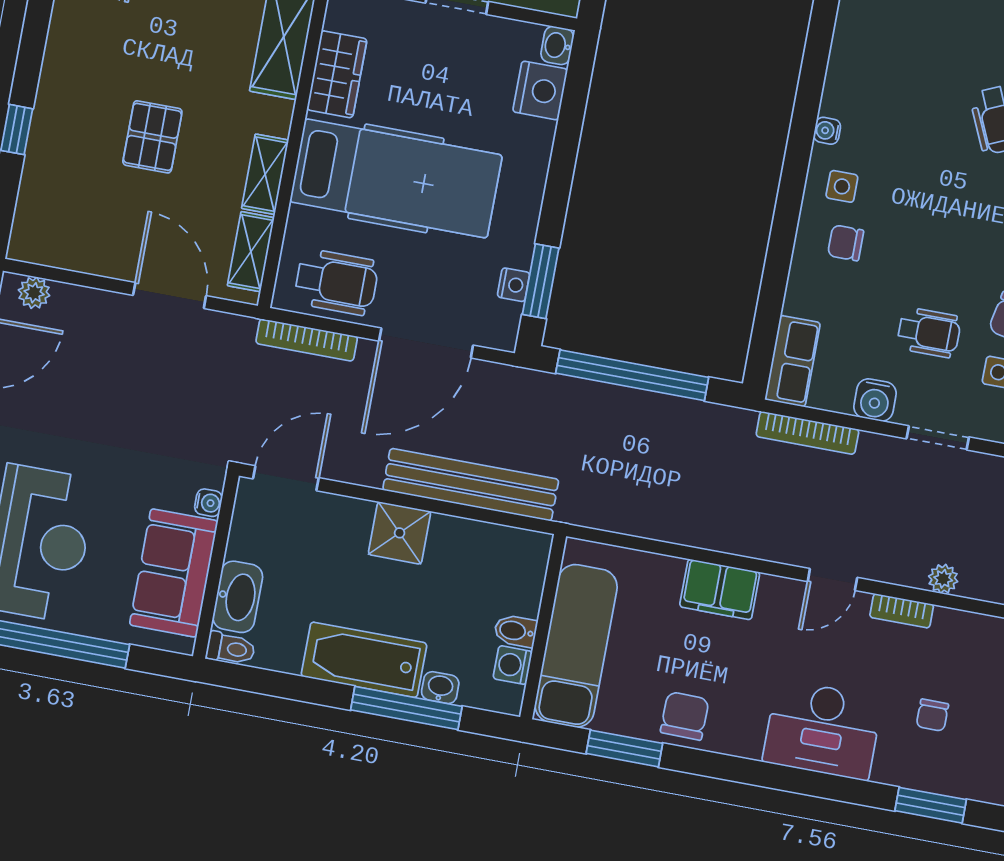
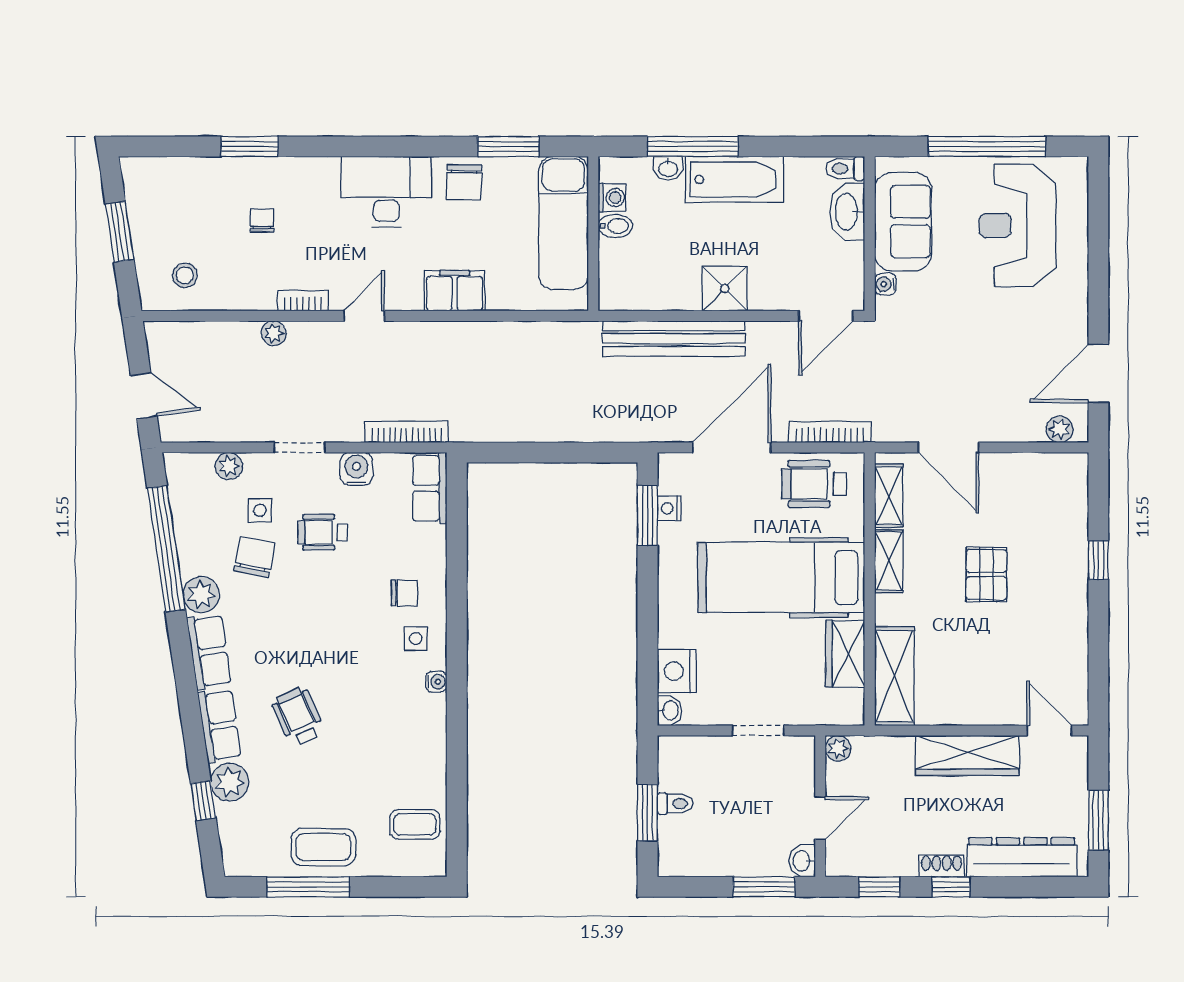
window: (632, 375) -> (559, 452), removed
desk: (823, 730) -> (386, 192), moved

